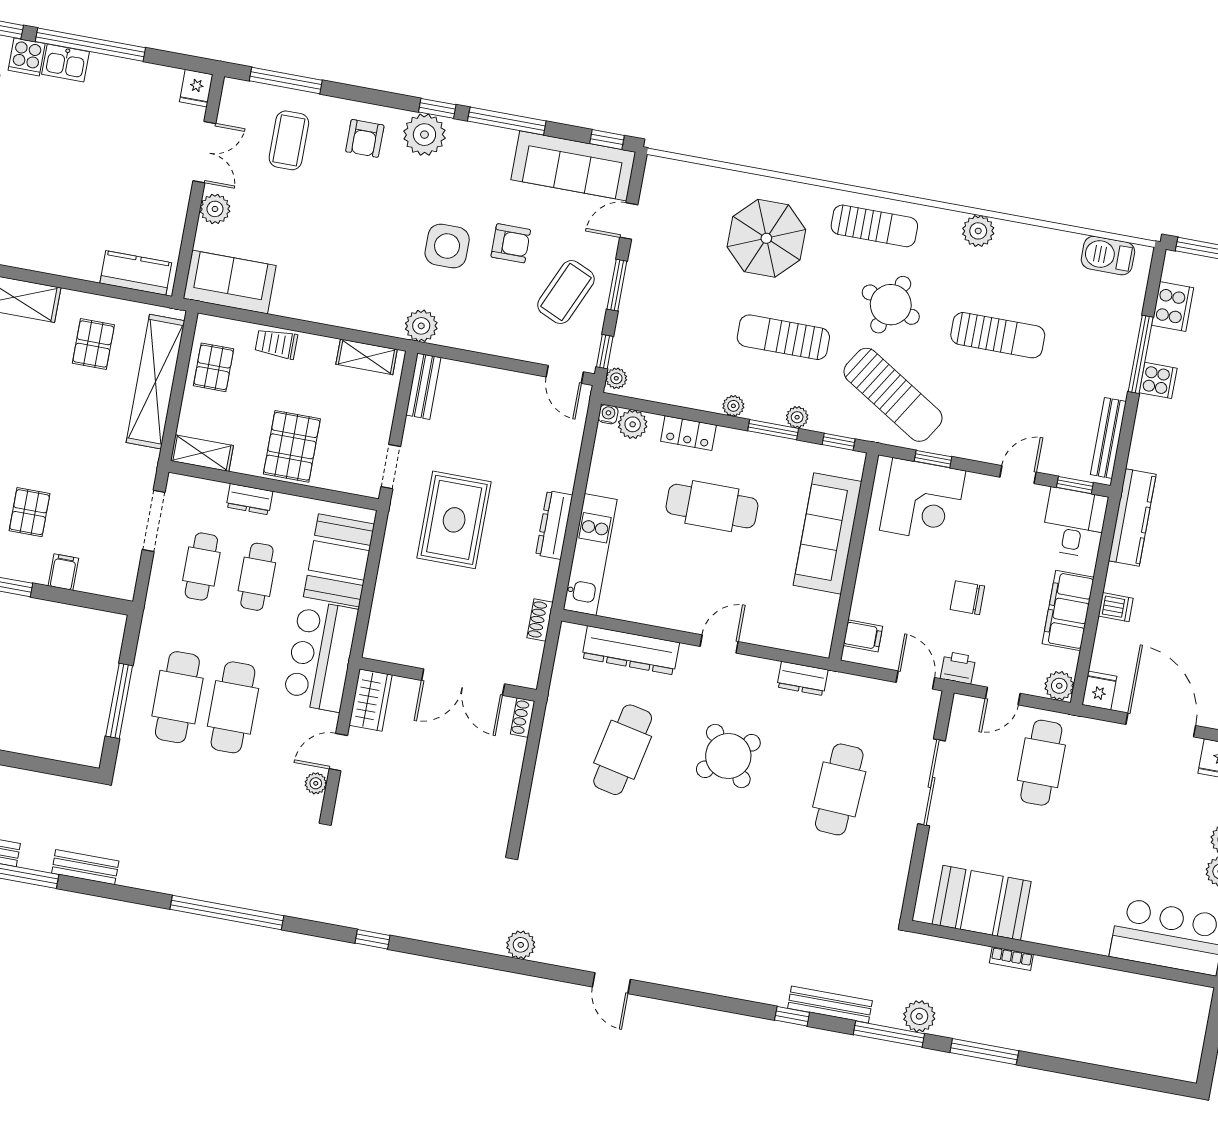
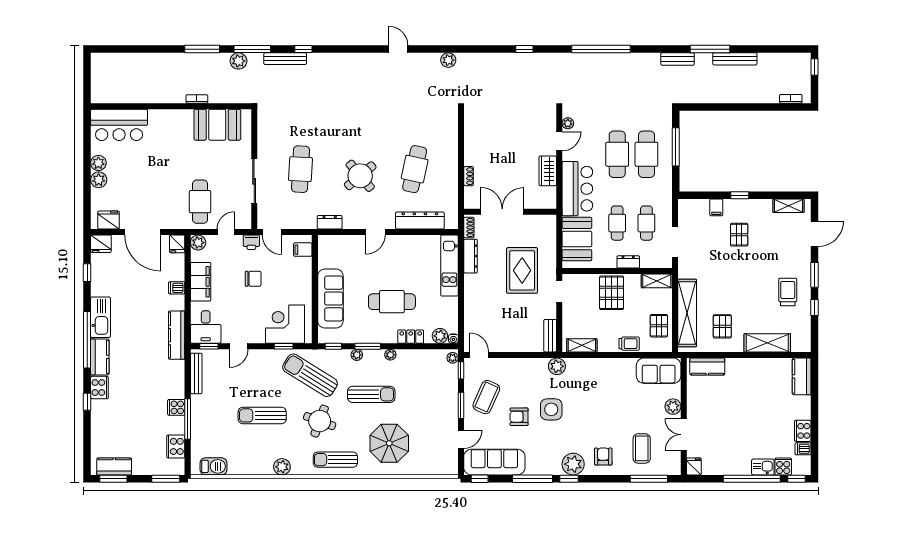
dresser: (554, 525) -> (471, 256), moved
wall: (448, 679) -> (510, 212), moved
double door: (463, 682) -> (502, 212), moved

